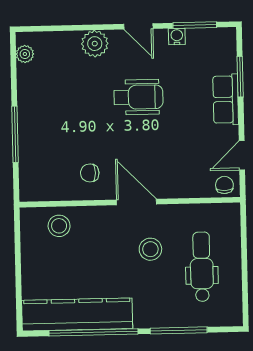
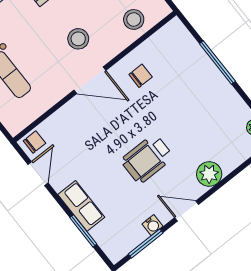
chair: (224, 185) -> (34, 142), turned -90
stool: (150, 249) -> (78, 39), moved

